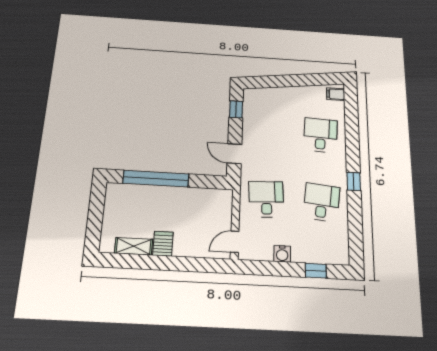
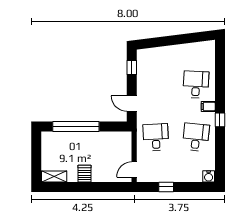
filing cabinet: (336, 94) -> (208, 106), moved
shelving: (134, 246) -> (54, 176), moved
water cooler: (282, 254) -> (209, 176), moved
window: (316, 271) -> (166, 187), moved

